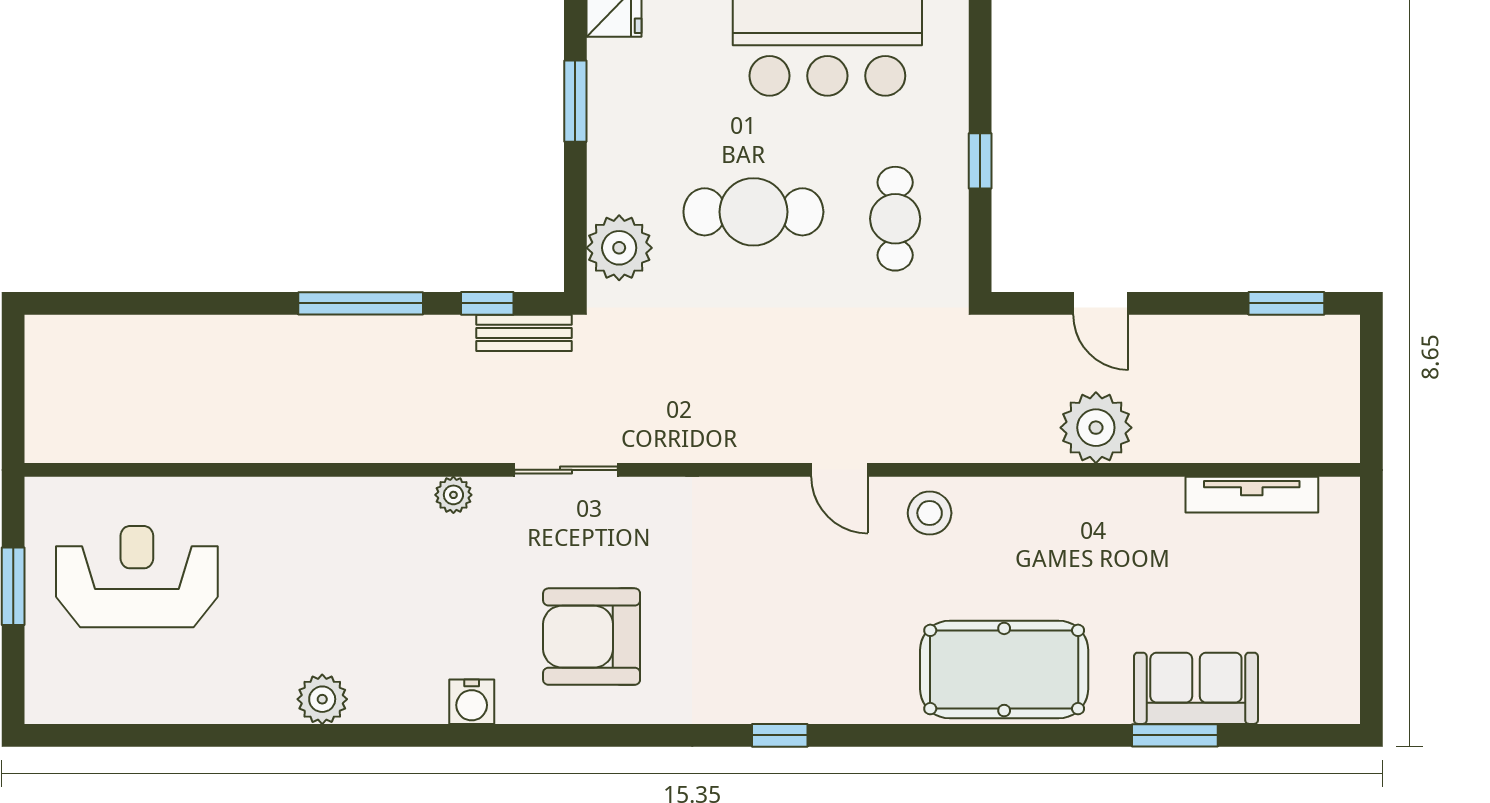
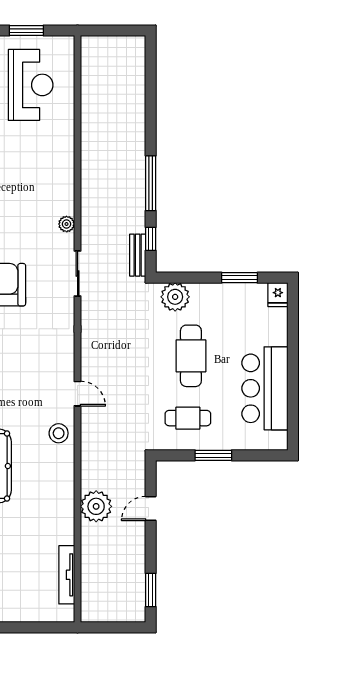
window: (980, 161) -> (213, 455), width x1.50
door: (840, 470) -> (78, 394), swing flipped

